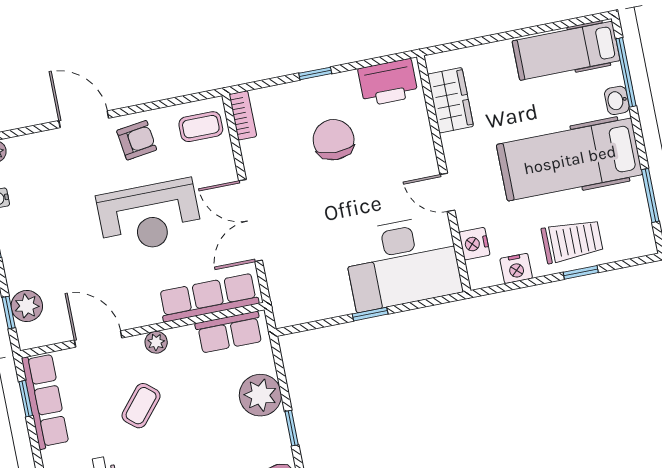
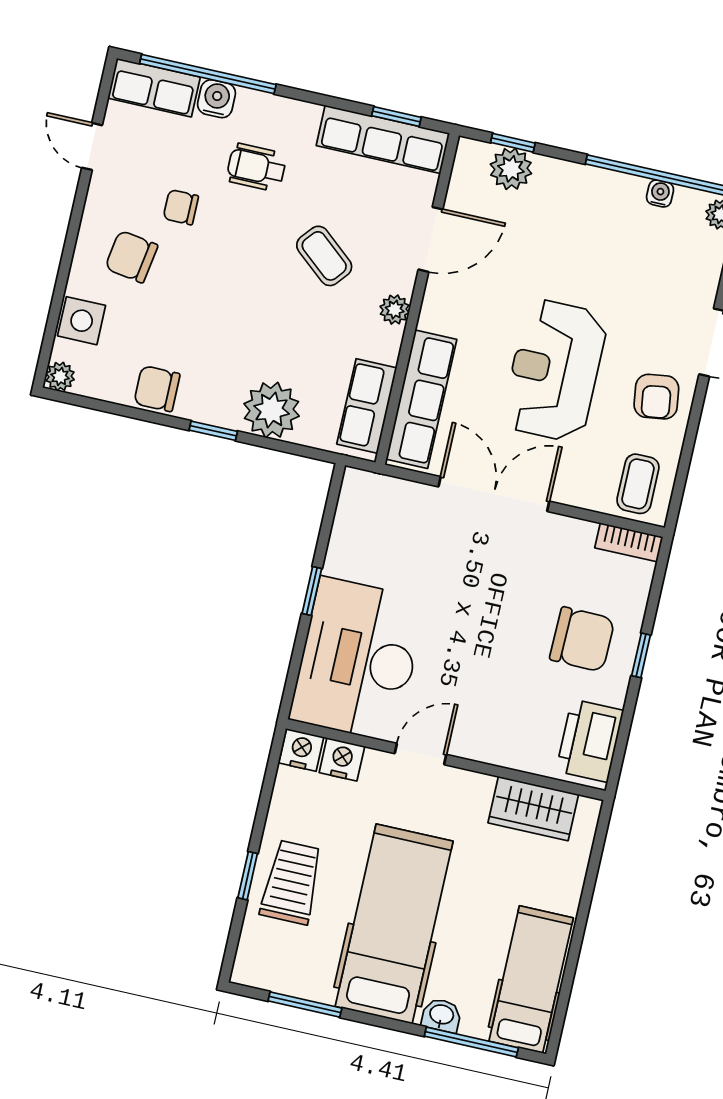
chair: (334, 140) -> (582, 639), moved
trolley: (572, 241) -> (292, 882), turned 180
nightstand: (516, 268) -> (301, 750), moved, turned 90

